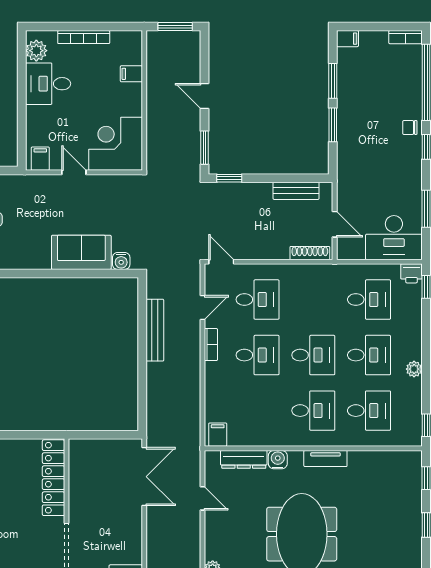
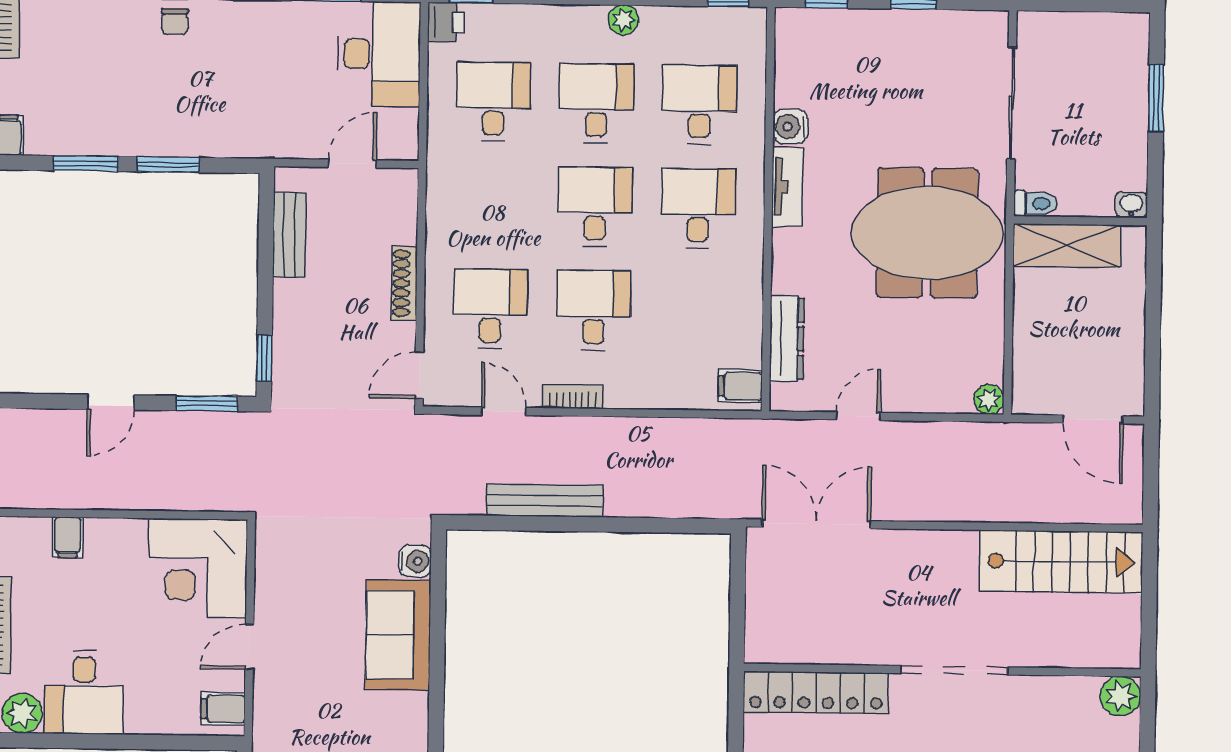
shoe rack: (310, 253) -> (404, 283), moved
water cooler: (278, 460) -> (790, 127), moved

